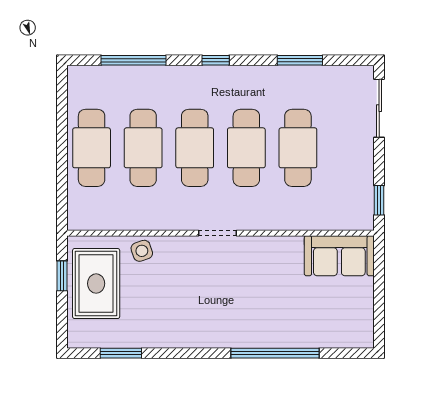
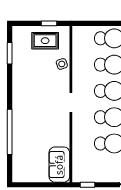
rug: (96, 284) -> (45, 41), width x0.73, depth x0.70

